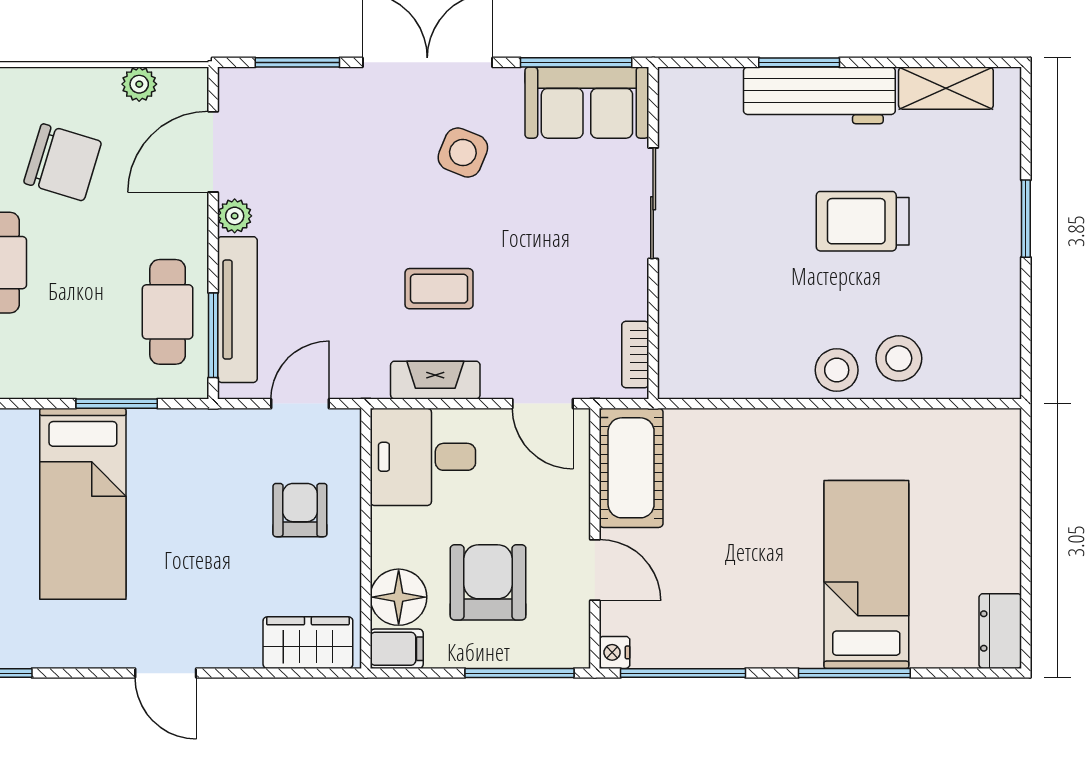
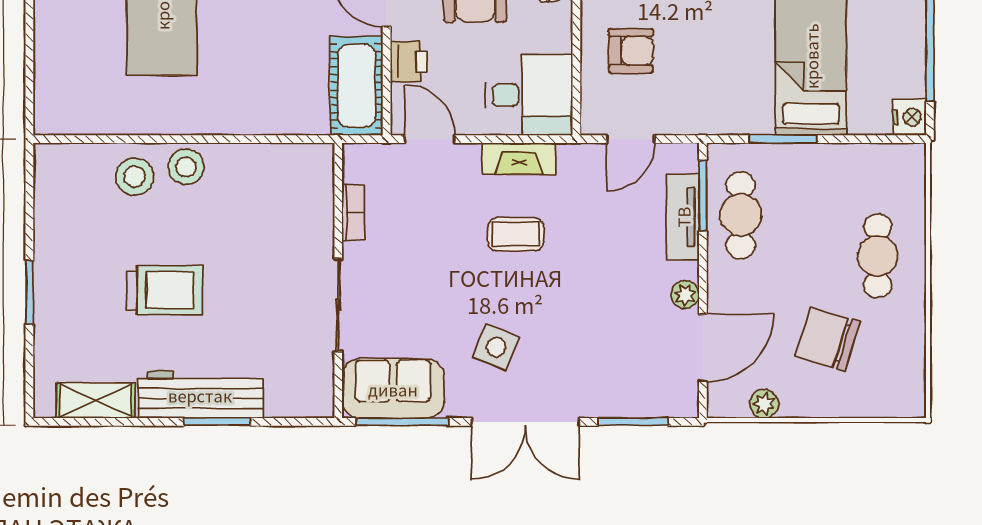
tv unit: (237, 310) -> (683, 217), width x0.71
bookcase: (635, 354) -> (353, 212), moved
printer: (568, 497) -> (409, 62), added
armchair: (300, 510) -> (631, 51), turned -90

